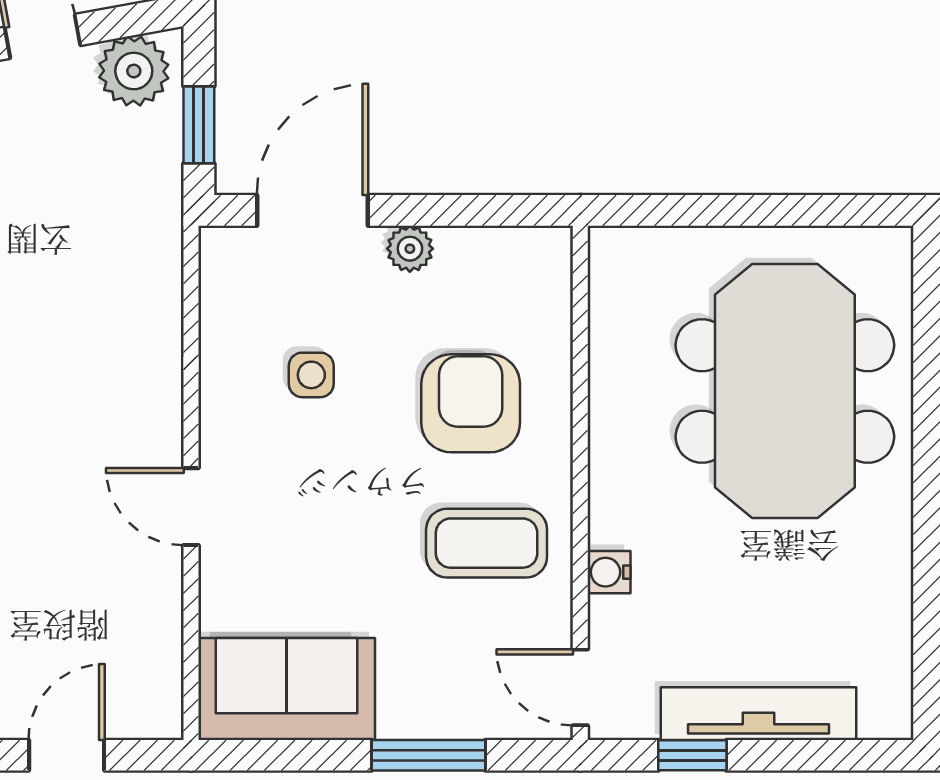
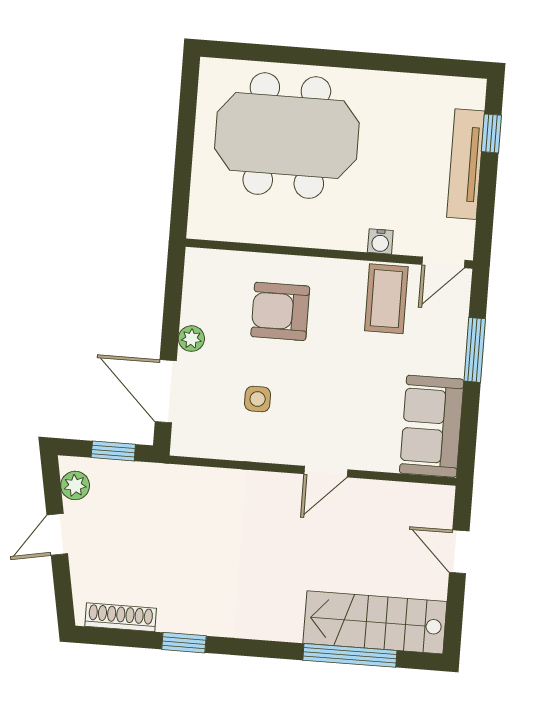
plant: (134, 71) -> (75, 485), width x0.73, depth x0.73
coffee table: (487, 543) -> (386, 299), moved
window: (692, 755) -> (491, 133), moved

